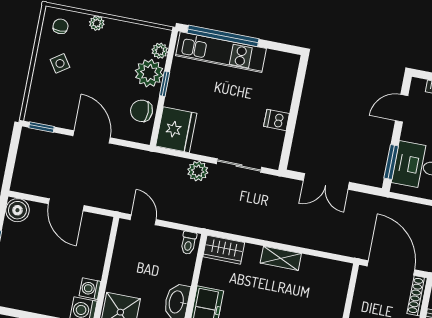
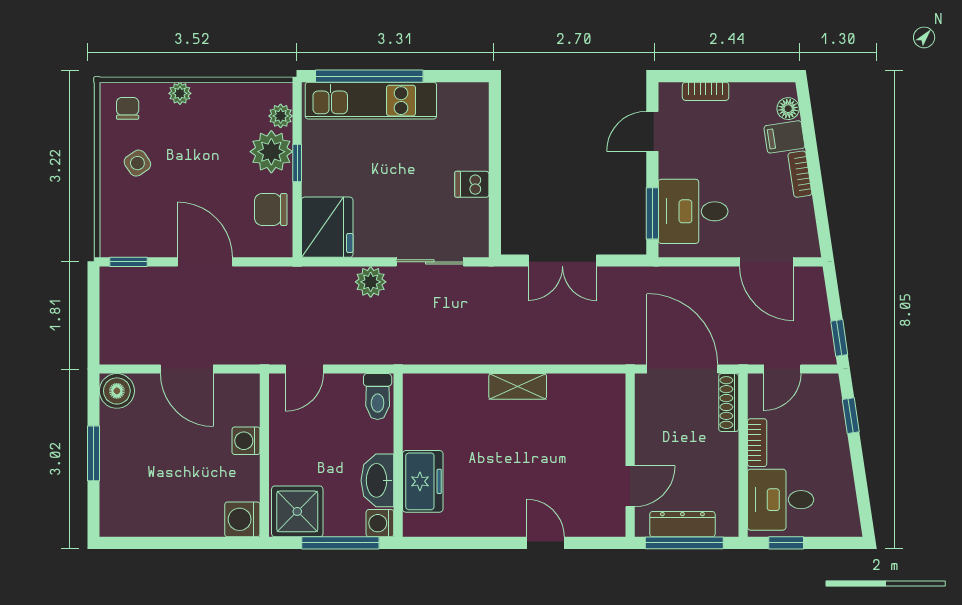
door: (143, 220) -> (304, 369), swing flipped
toilet: (188, 243) -> (378, 397), width x1.37, depth x1.39
wardrobe: (224, 250) -> (431, 390), removed
washing machine: (90, 289) -> (246, 441), moved

